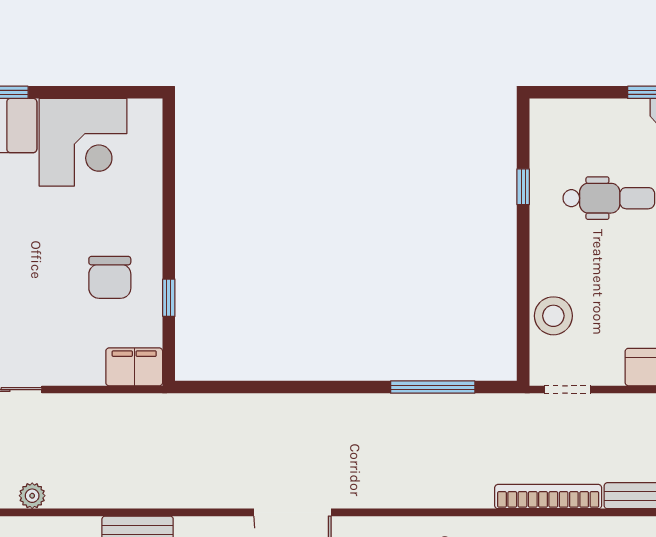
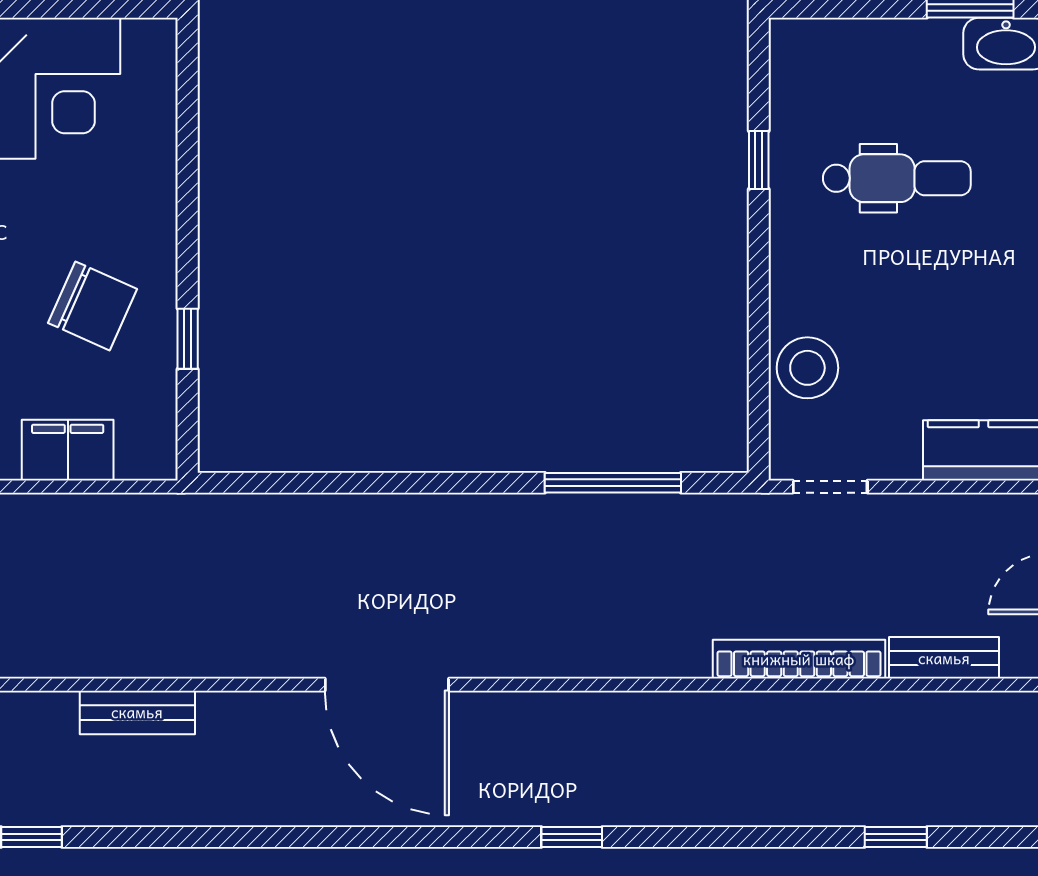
chair: (110, 277) -> (93, 306), turned -66
filing cabinet: (134, 367) -> (68, 450), moved

